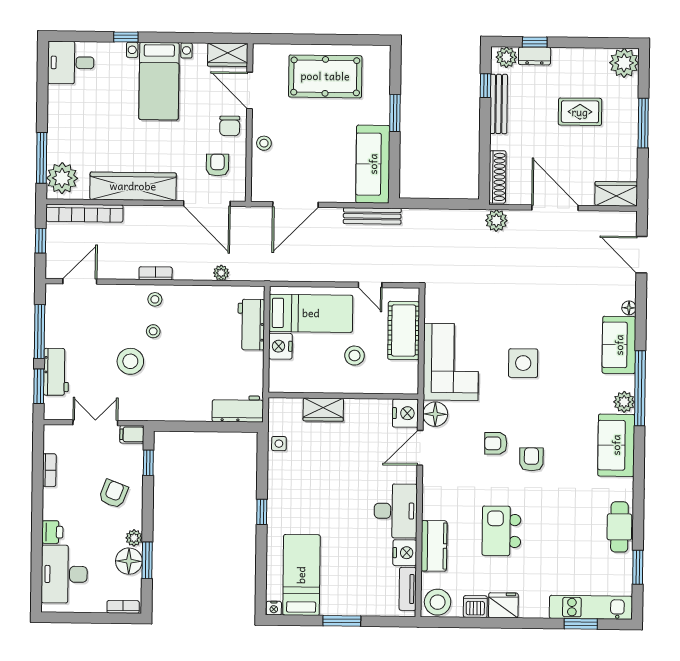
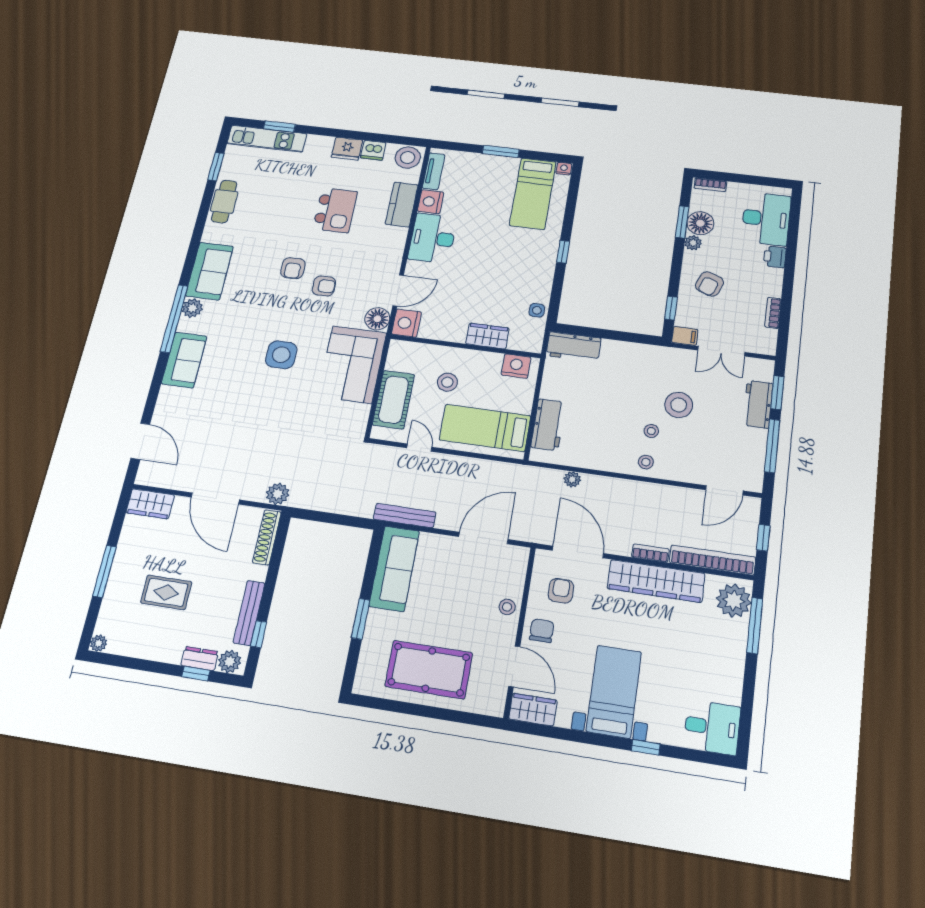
plant: (624, 63) -> (99, 643), width x0.53, depth x0.53
armchair: (217, 165) -> (561, 591), turned 180
bookcase: (156, 273) -> (650, 553), moved, turned 180
floor lamp: (629, 308) -> (166, 393), removed
nightstand: (280, 346) -> (516, 366), moved, turned -90

